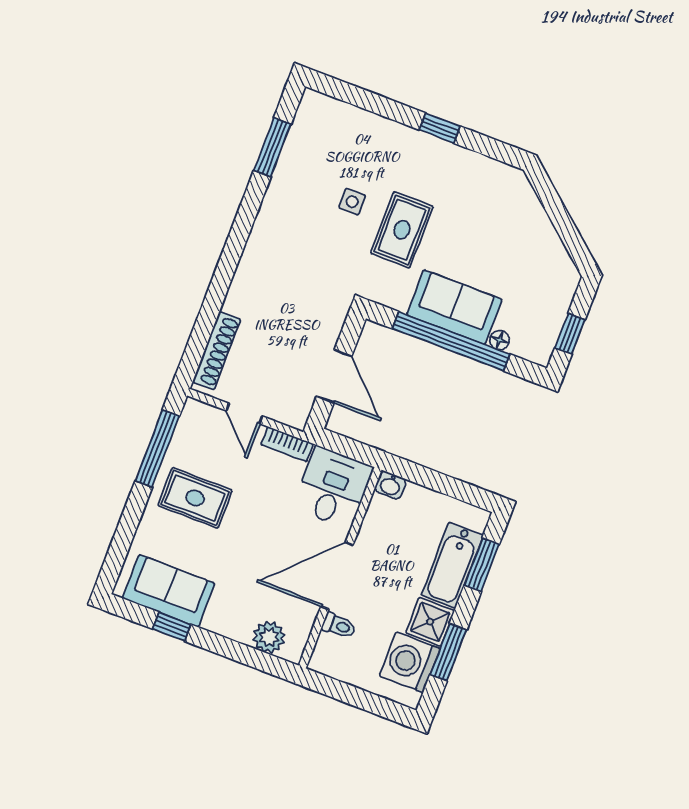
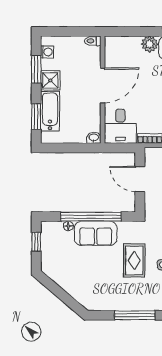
window: (440, 128) -> (135, 315), width x2.17
toilet: (339, 626) -> (93, 41), moved
plant: (269, 637) -> (150, 44), moved
washing machine: (410, 662) -> (47, 52), width x0.53, depth x0.53

